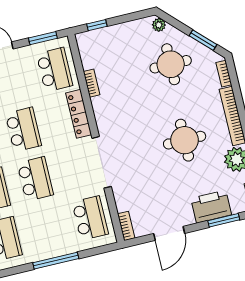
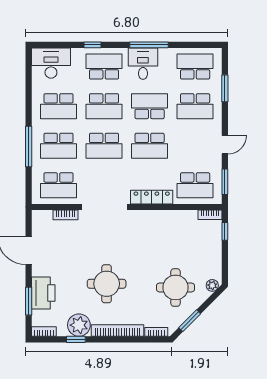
bookcase: (92, 83) -> (210, 215), moved
bookcase: (126, 226) -> (66, 215), moved
school desk: (47, 228) -> (58, 146), added

